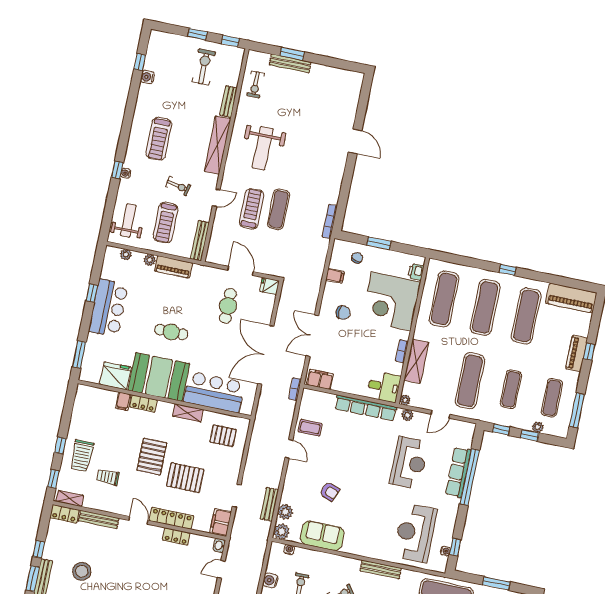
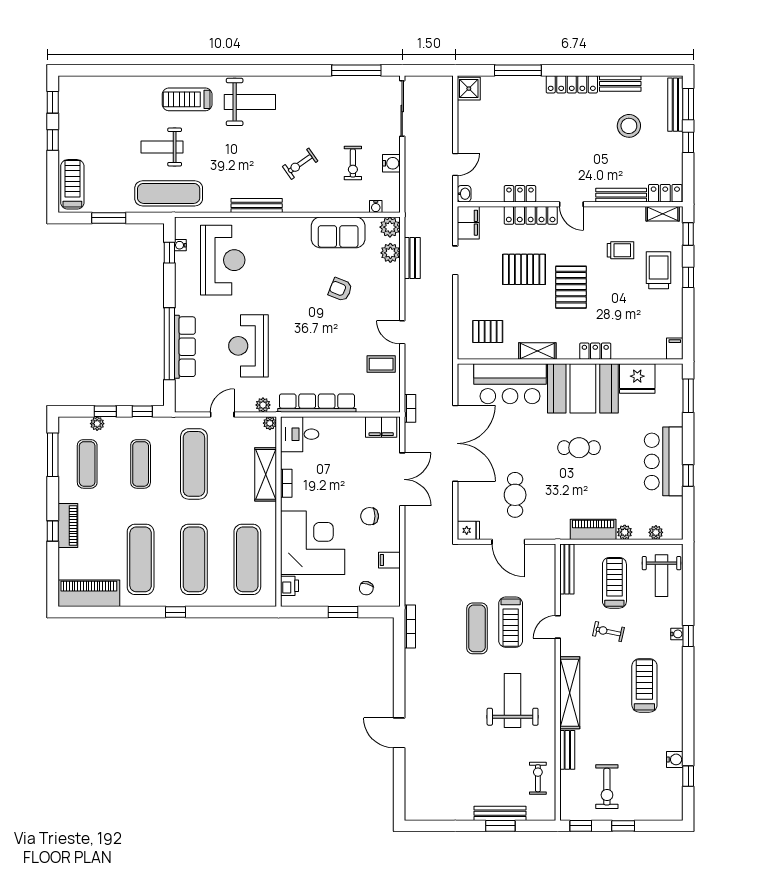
filing cabinet: (123, 401) -> (675, 349), moved

